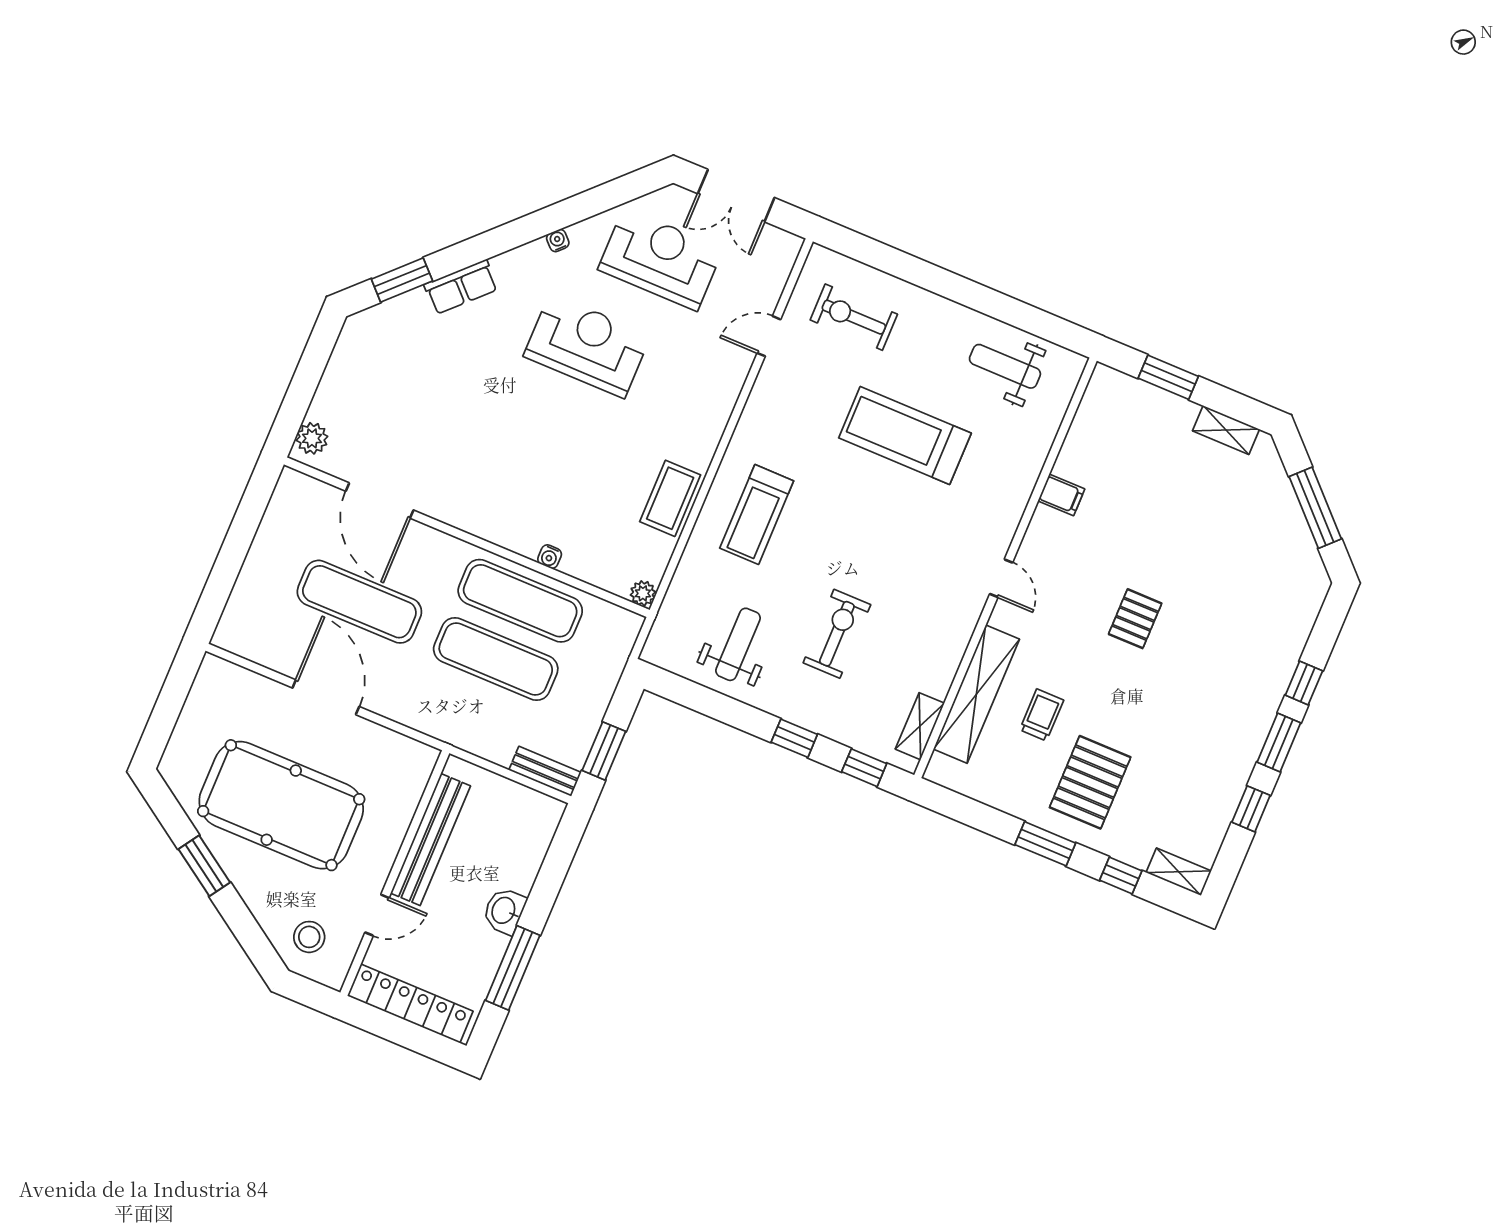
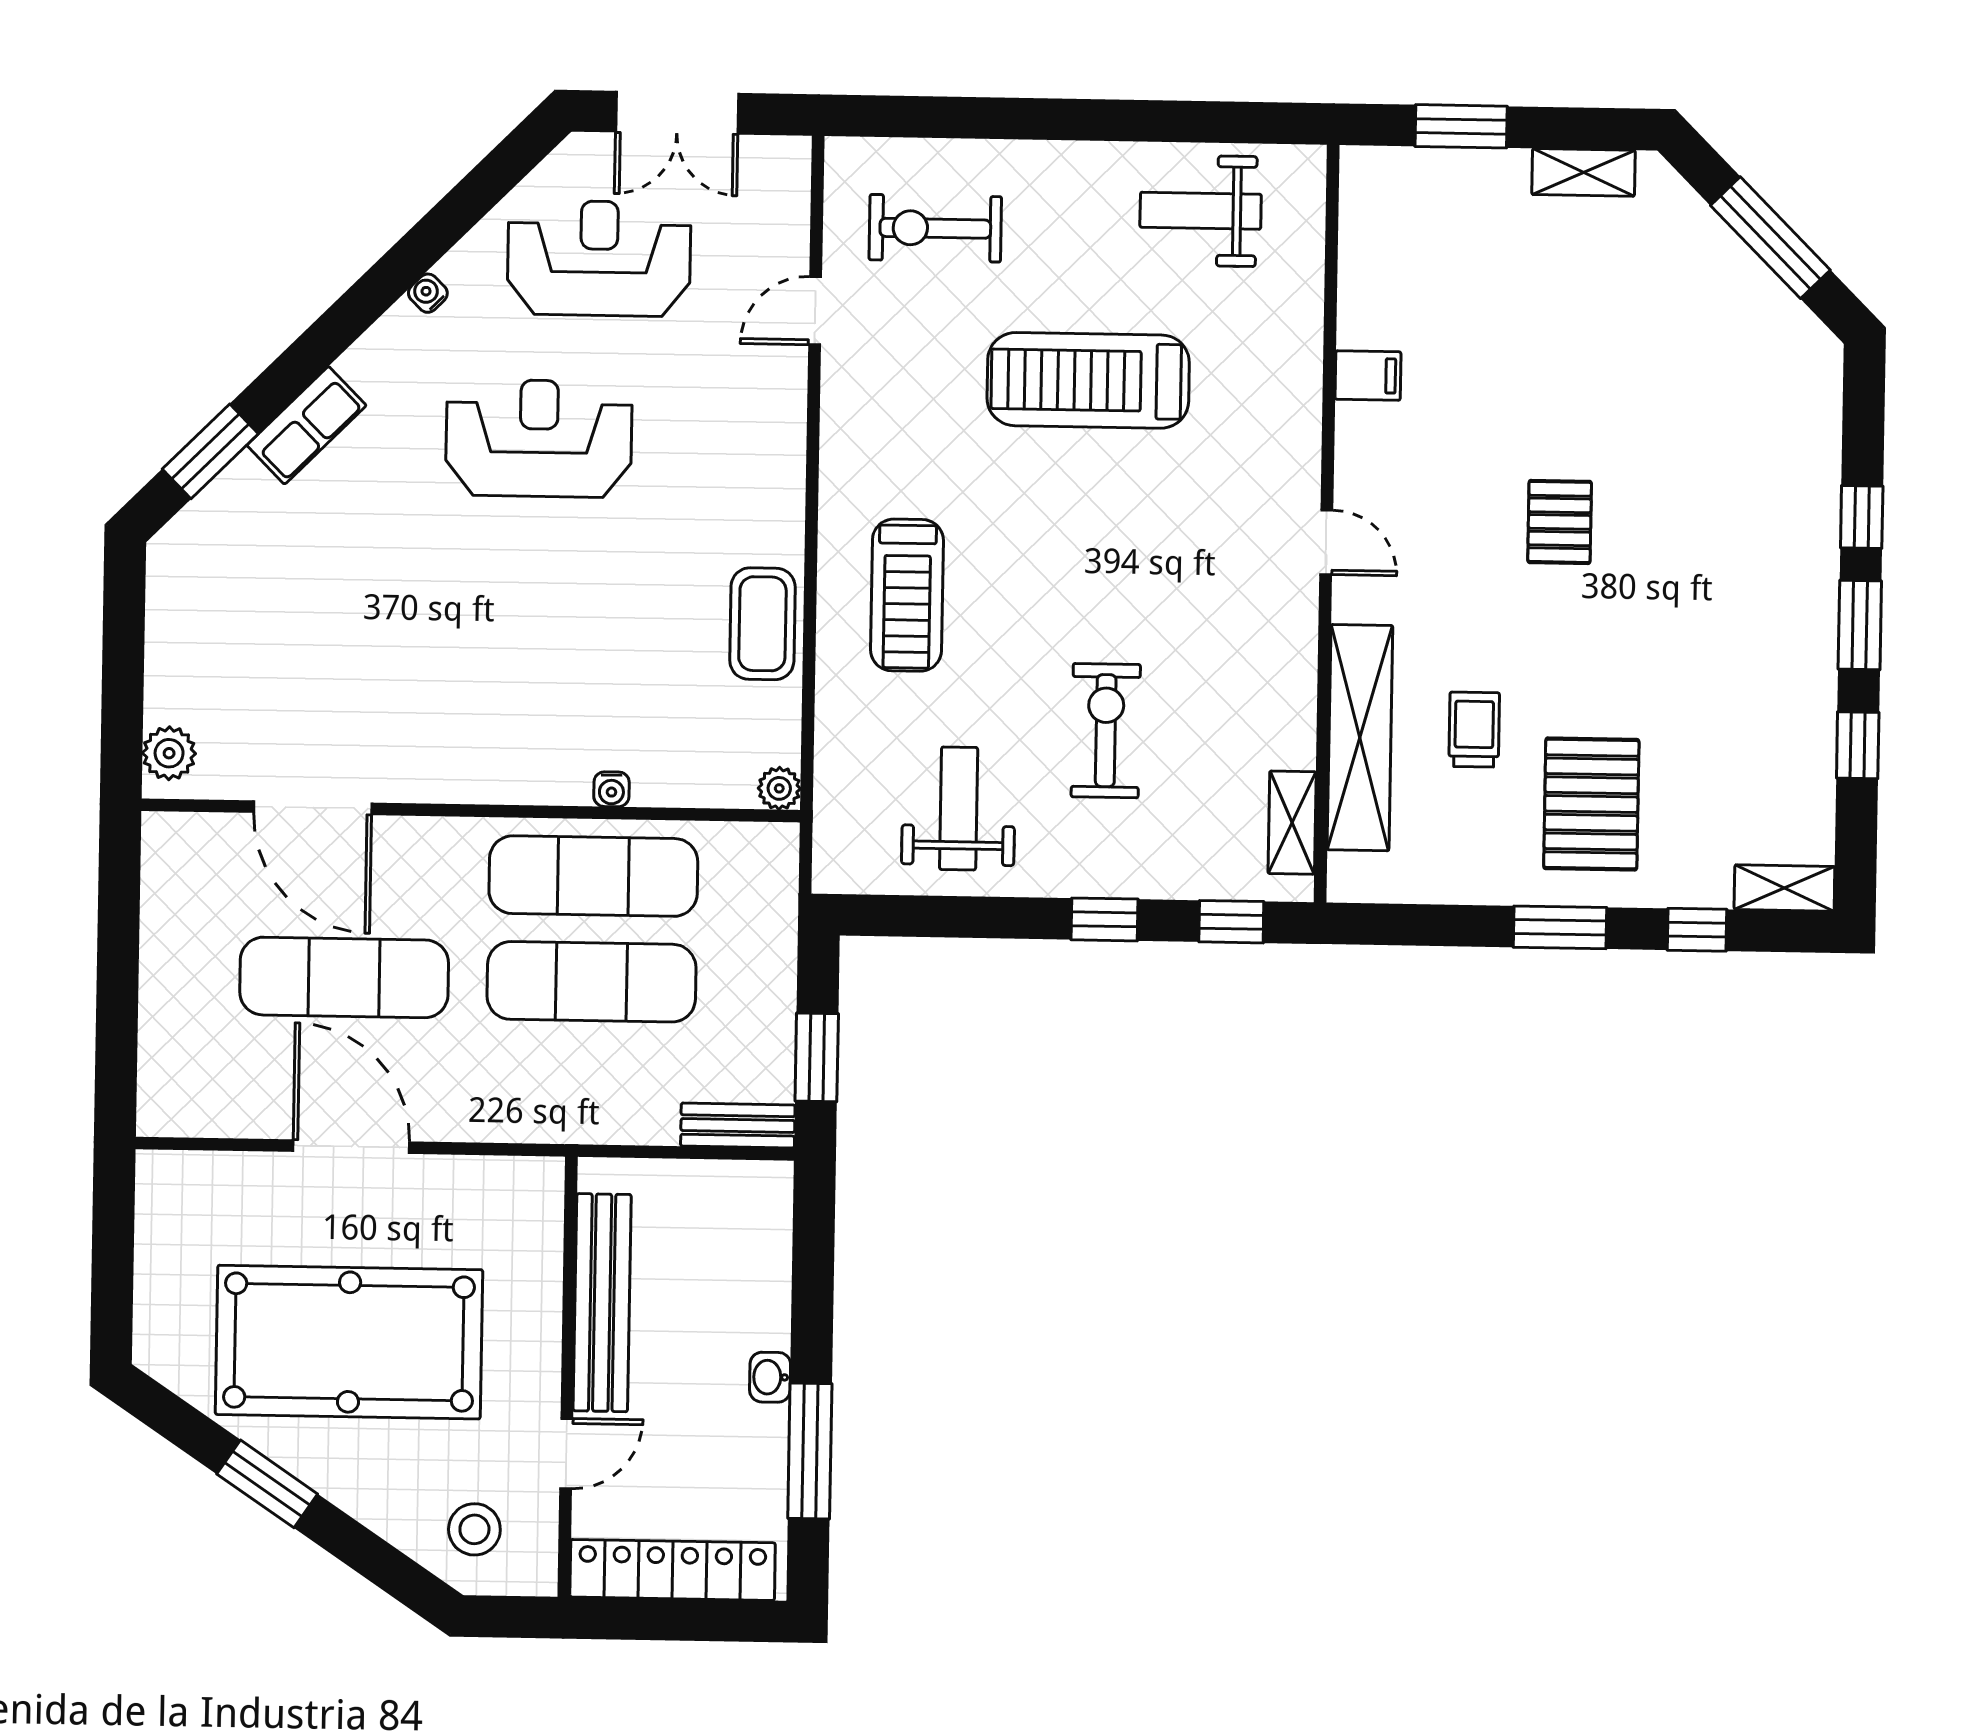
washbasin: (504, 911) -> (770, 1377), width x0.72, depth x0.69

